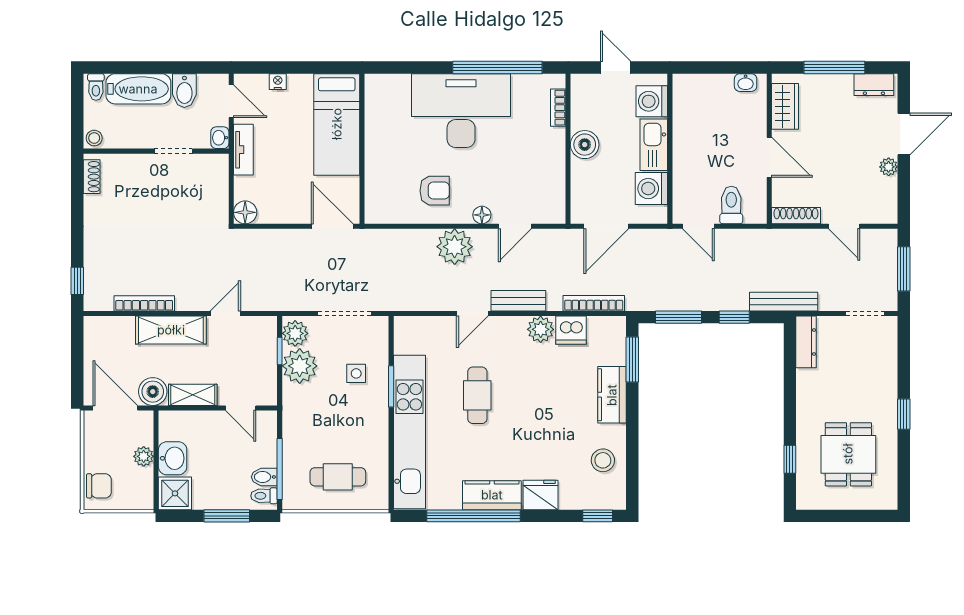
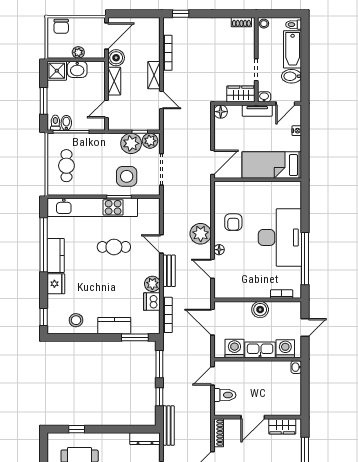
washbasin: (746, 83) -> (296, 367), moved
wardrobe: (215, 178) -> (241, 94), added
shelving: (171, 330) -> (154, 75), width x0.67, depth x0.75
side table: (356, 373) -> (127, 176), width x1.87, depth x1.87

